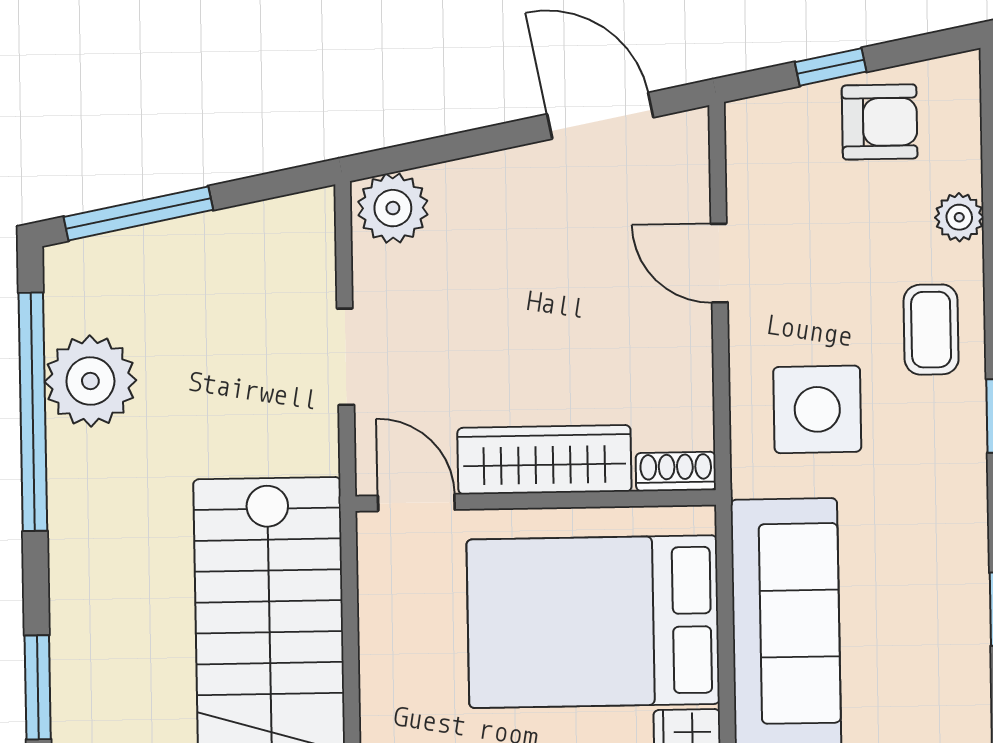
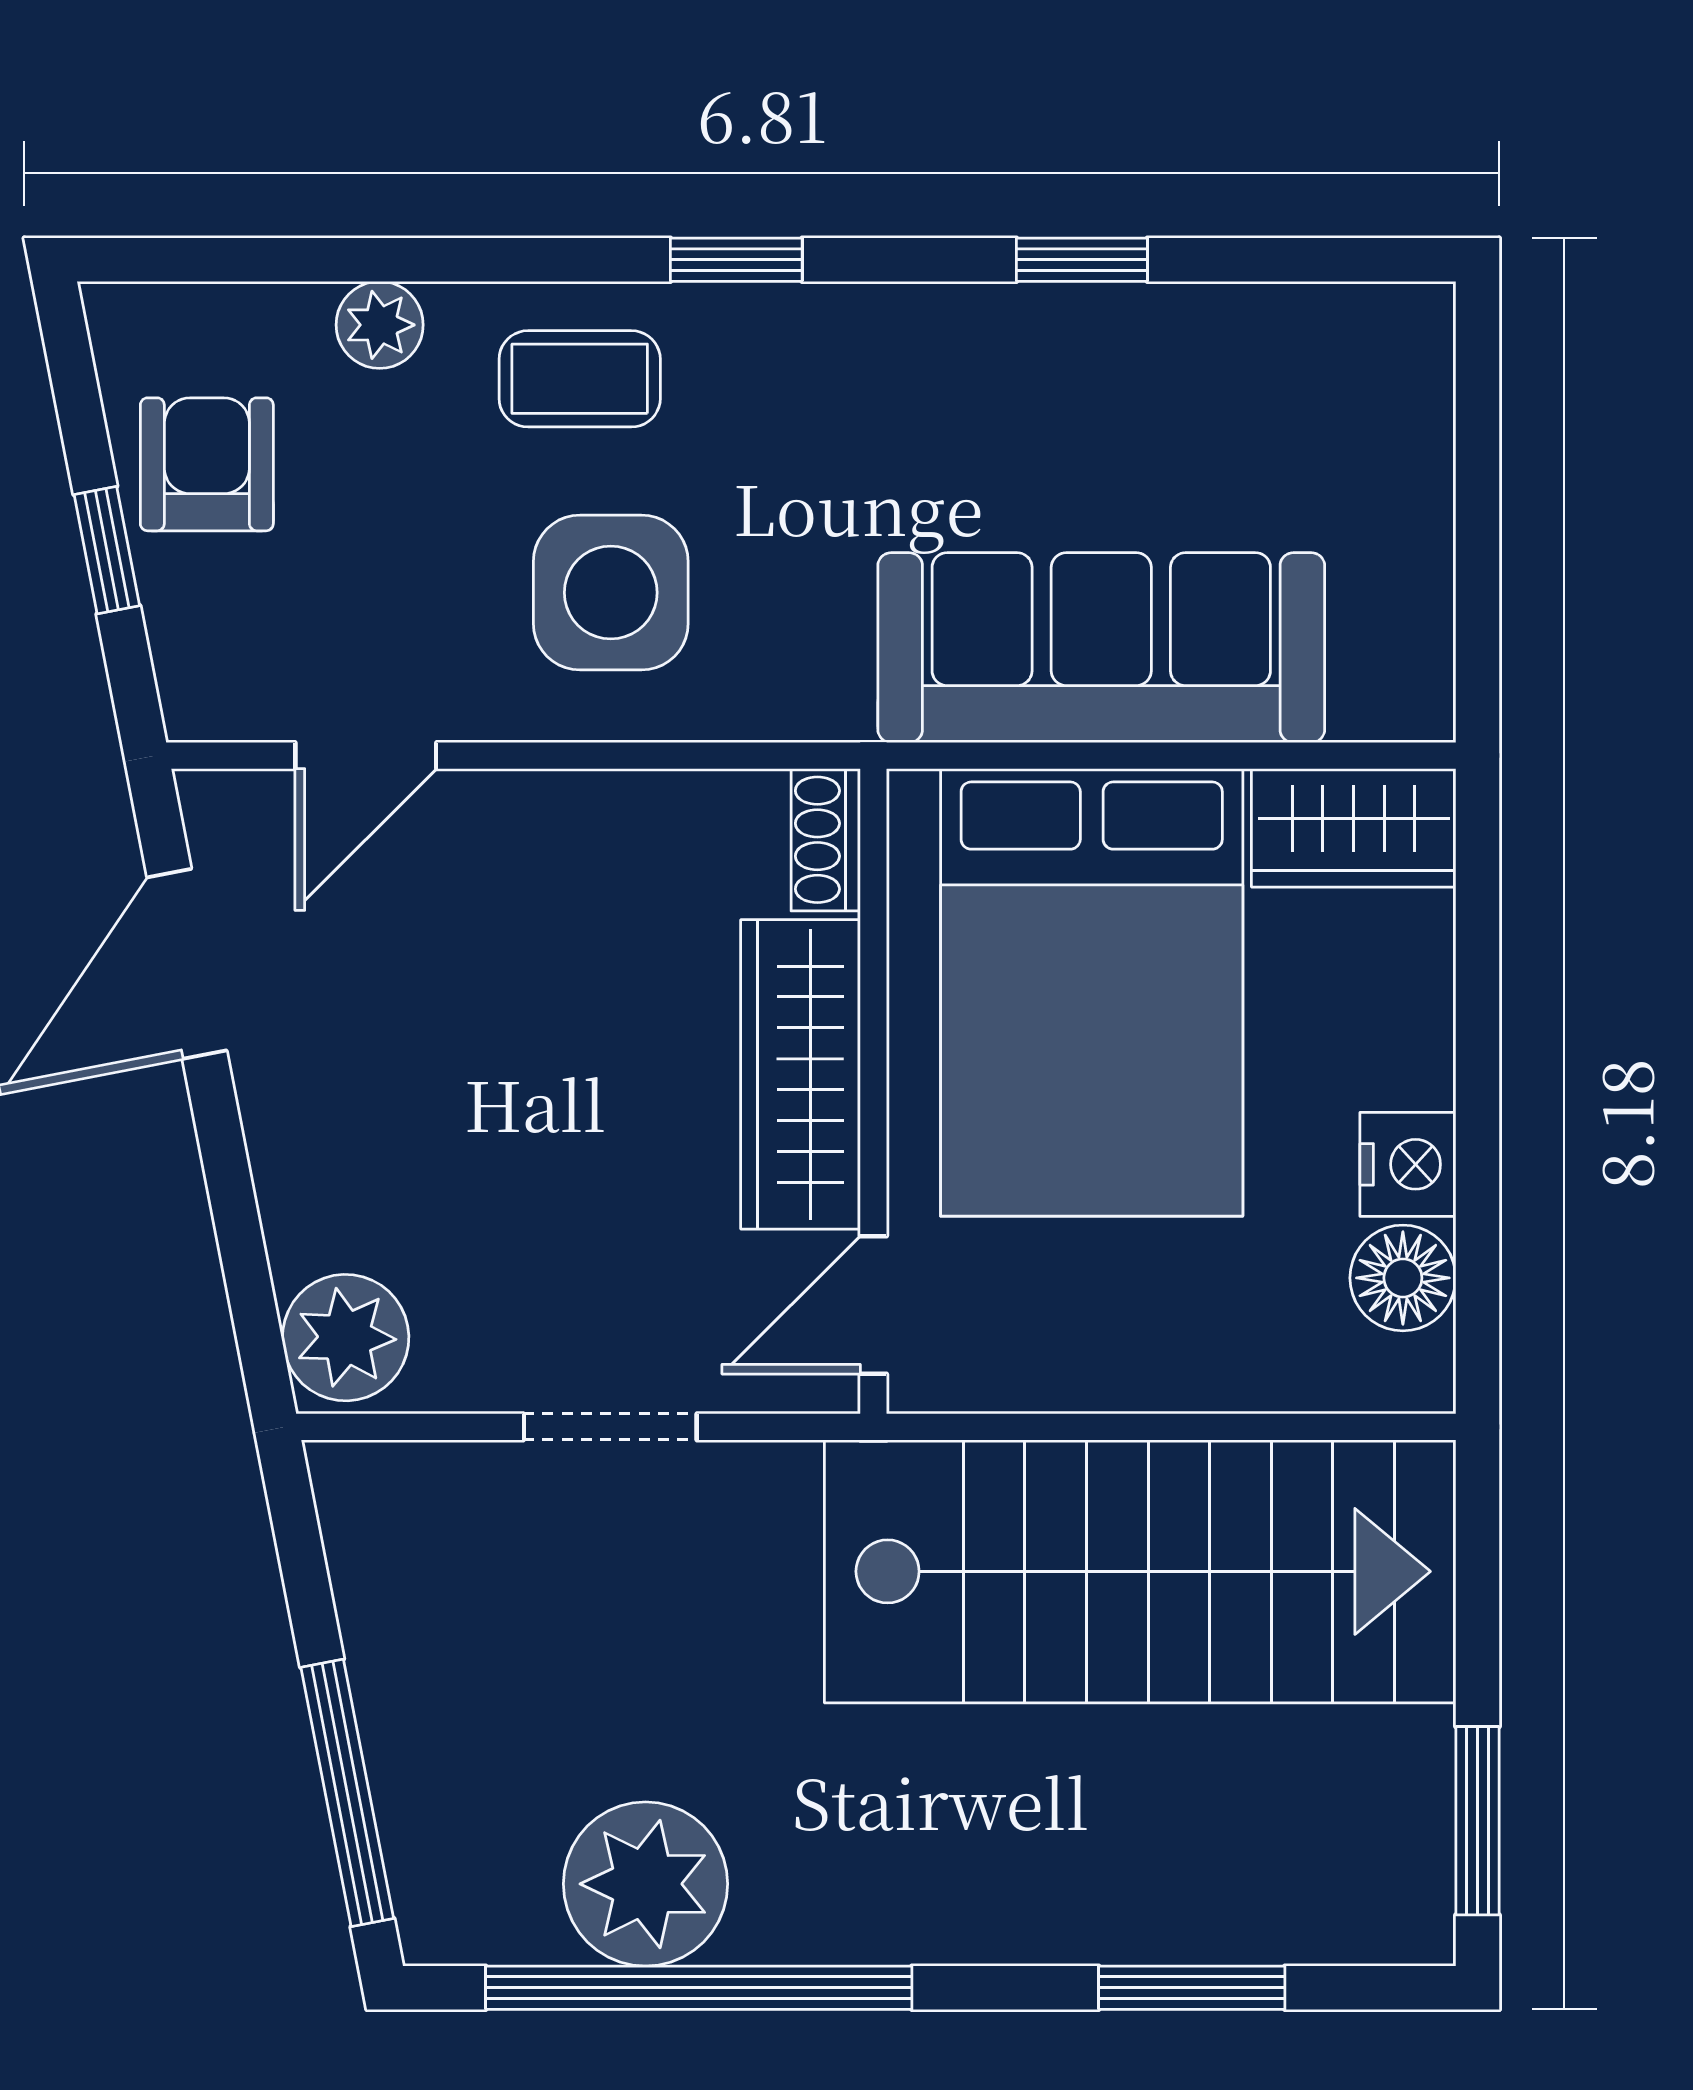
door: (719, 263) -> (366, 756), moved
side table: (817, 409) -> (611, 593), moved

